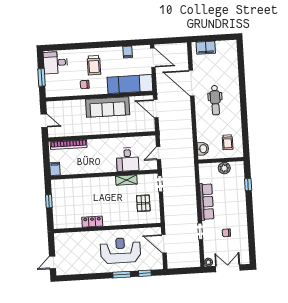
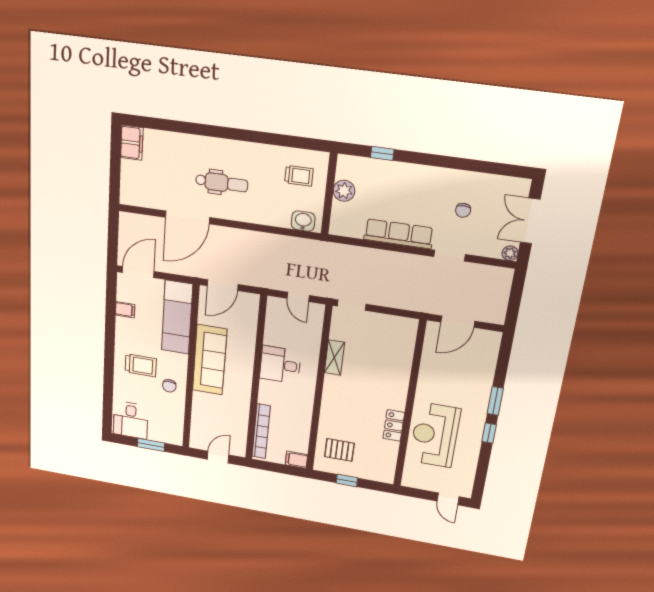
filing cabinet: (206, 48) -> (132, 143), moved
desk: (128, 159) -> (280, 365), moved, turned 180
pallet: (143, 203) -> (339, 450), moved
reception desk: (121, 250) -> (435, 435), moved
window: (145, 273) -> (489, 433), moved

